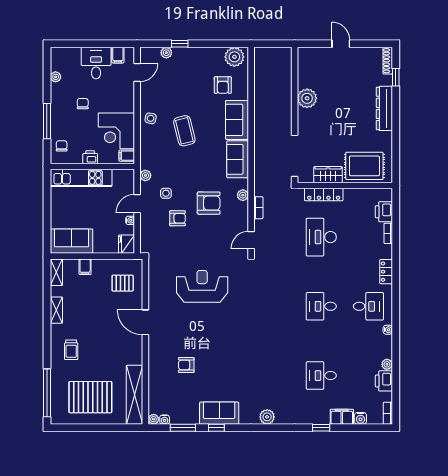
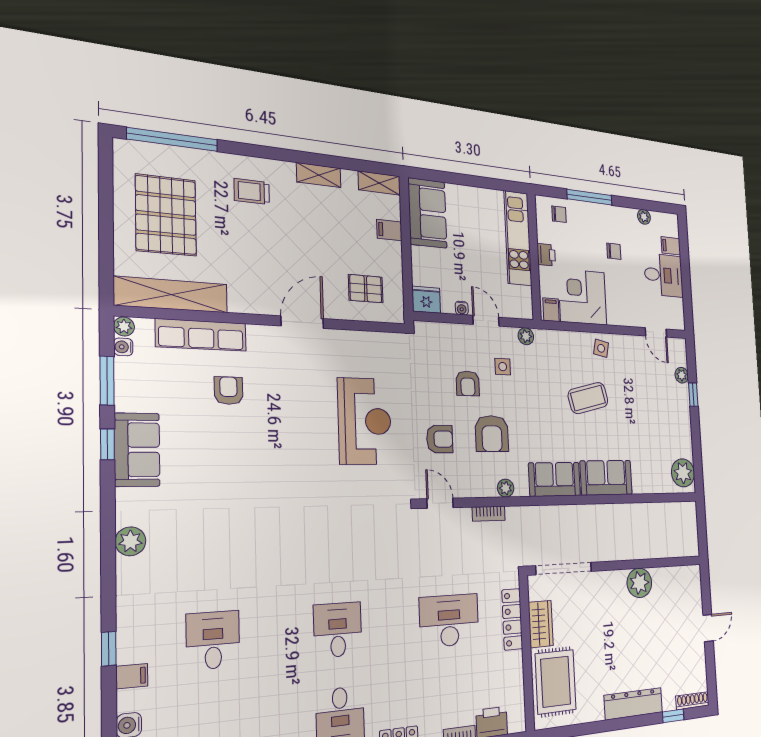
filing cabinet: (118, 55) -> (671, 246), moved
armchair: (223, 85) -> (440, 439), moved, turned 180
pallet: (123, 283) -> (366, 289), turned 90
row of seats: (156, 379) -> (201, 335), added
filing cabinet: (342, 417) -> (132, 676), width x0.50

